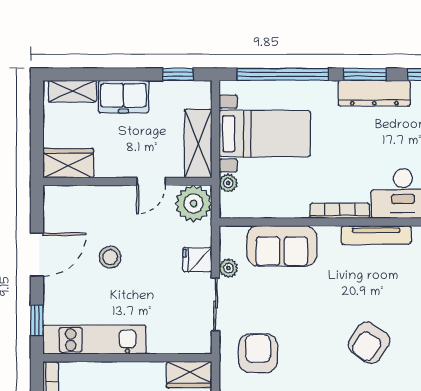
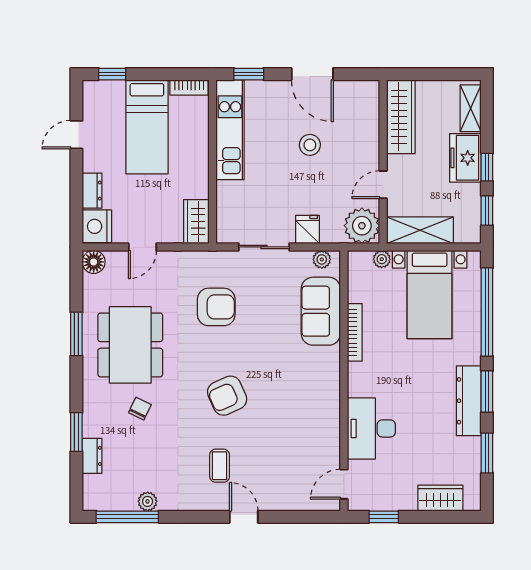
window: (133, 74) -> (487, 167), added
wardrobe: (68, 163) -> (401, 117), width x1.50
door: (151, 182) -> (383, 185), hinge flipped
bookcase: (340, 211) -> (355, 332), moved
tv unit: (376, 235) -> (331, 402), removed
plant: (228, 268) -> (322, 259), moved
armchair: (369, 343) -> (227, 396), turned -58
armchair: (258, 353) -> (216, 307), moved

